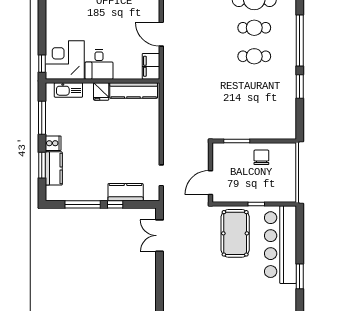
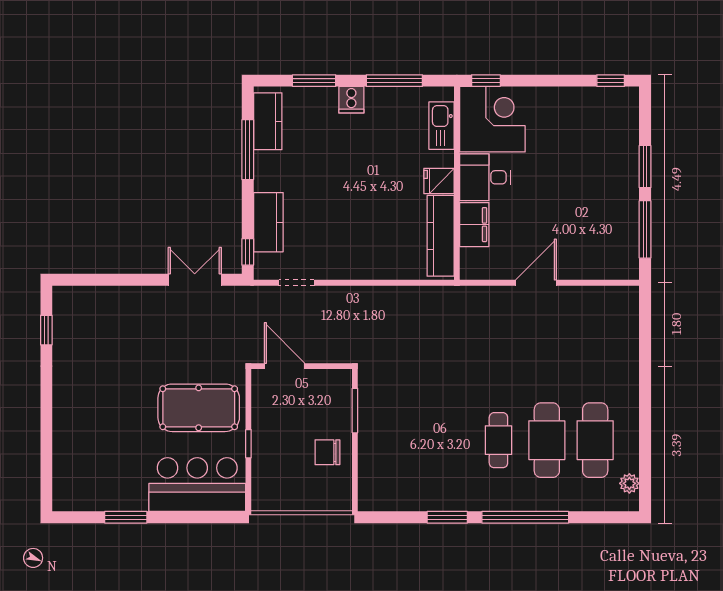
cafe table: (254, 28) -> (547, 440), width x1.37, depth x1.35
filing cabinet: (151, 66) -> (474, 225), moved, turned 90
chair: (261, 157) -> (327, 452), turned 180
kitchen counter: (54, 168) -> (268, 121), moved, turned -90
window: (115, 204) -> (248, 252), moved
bar counter: (280, 245) -> (197, 485), width x0.73

